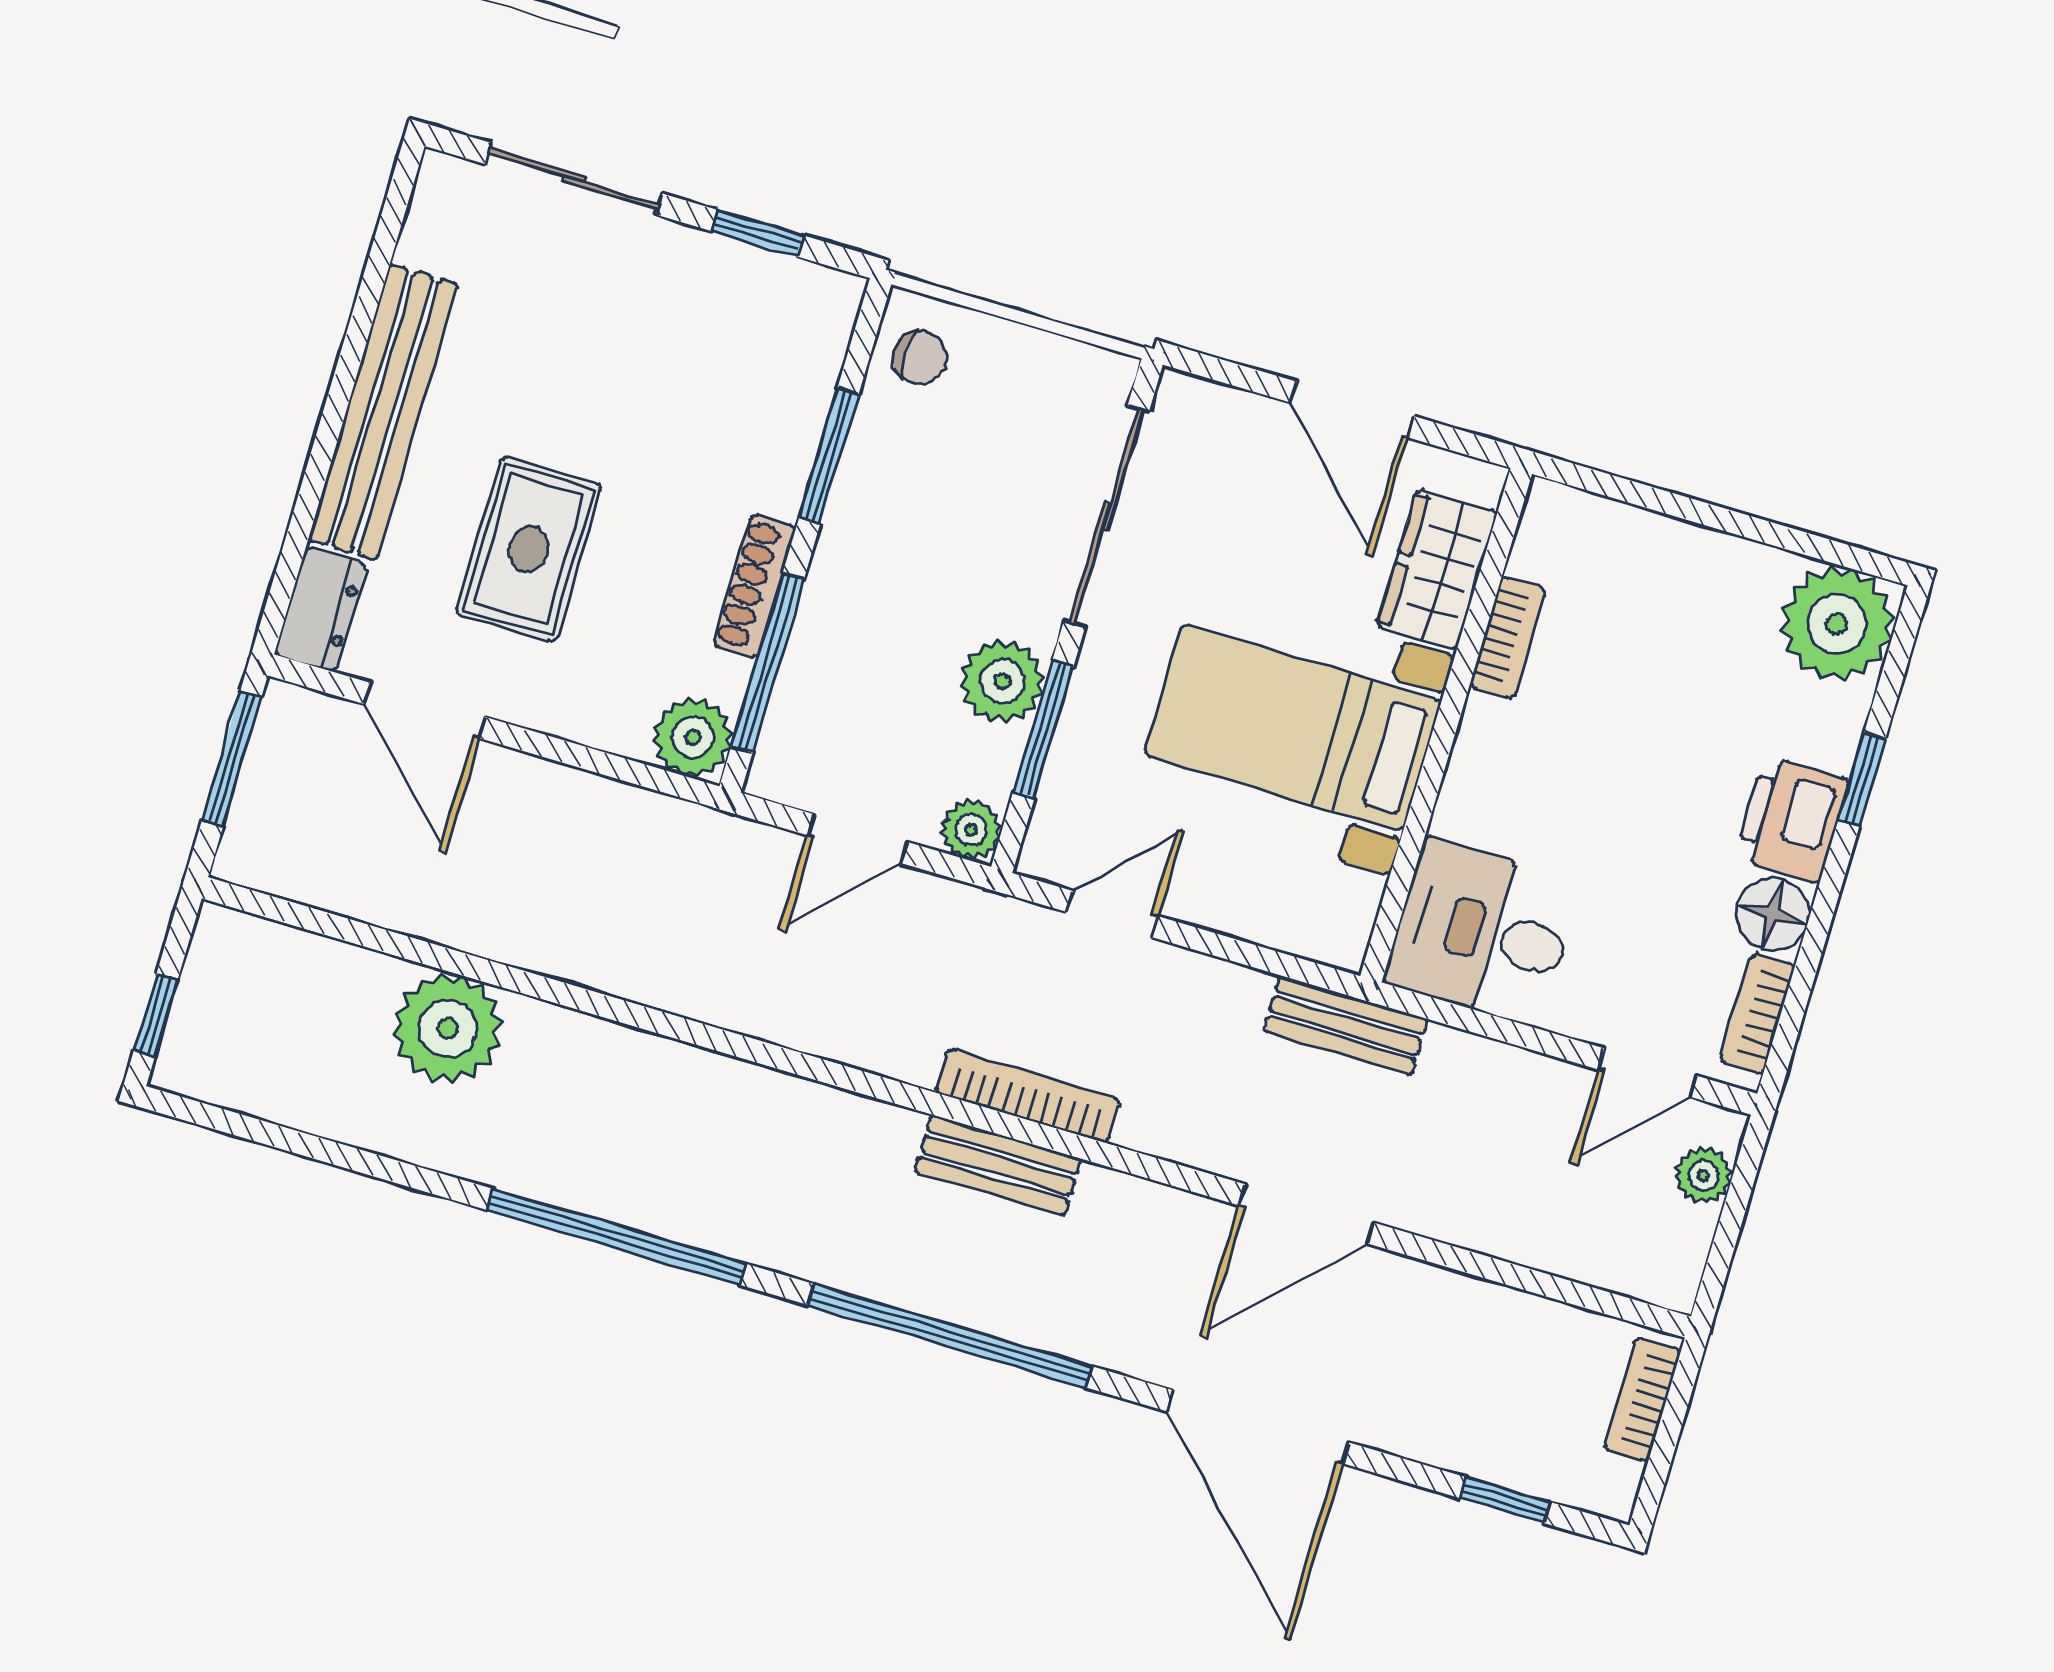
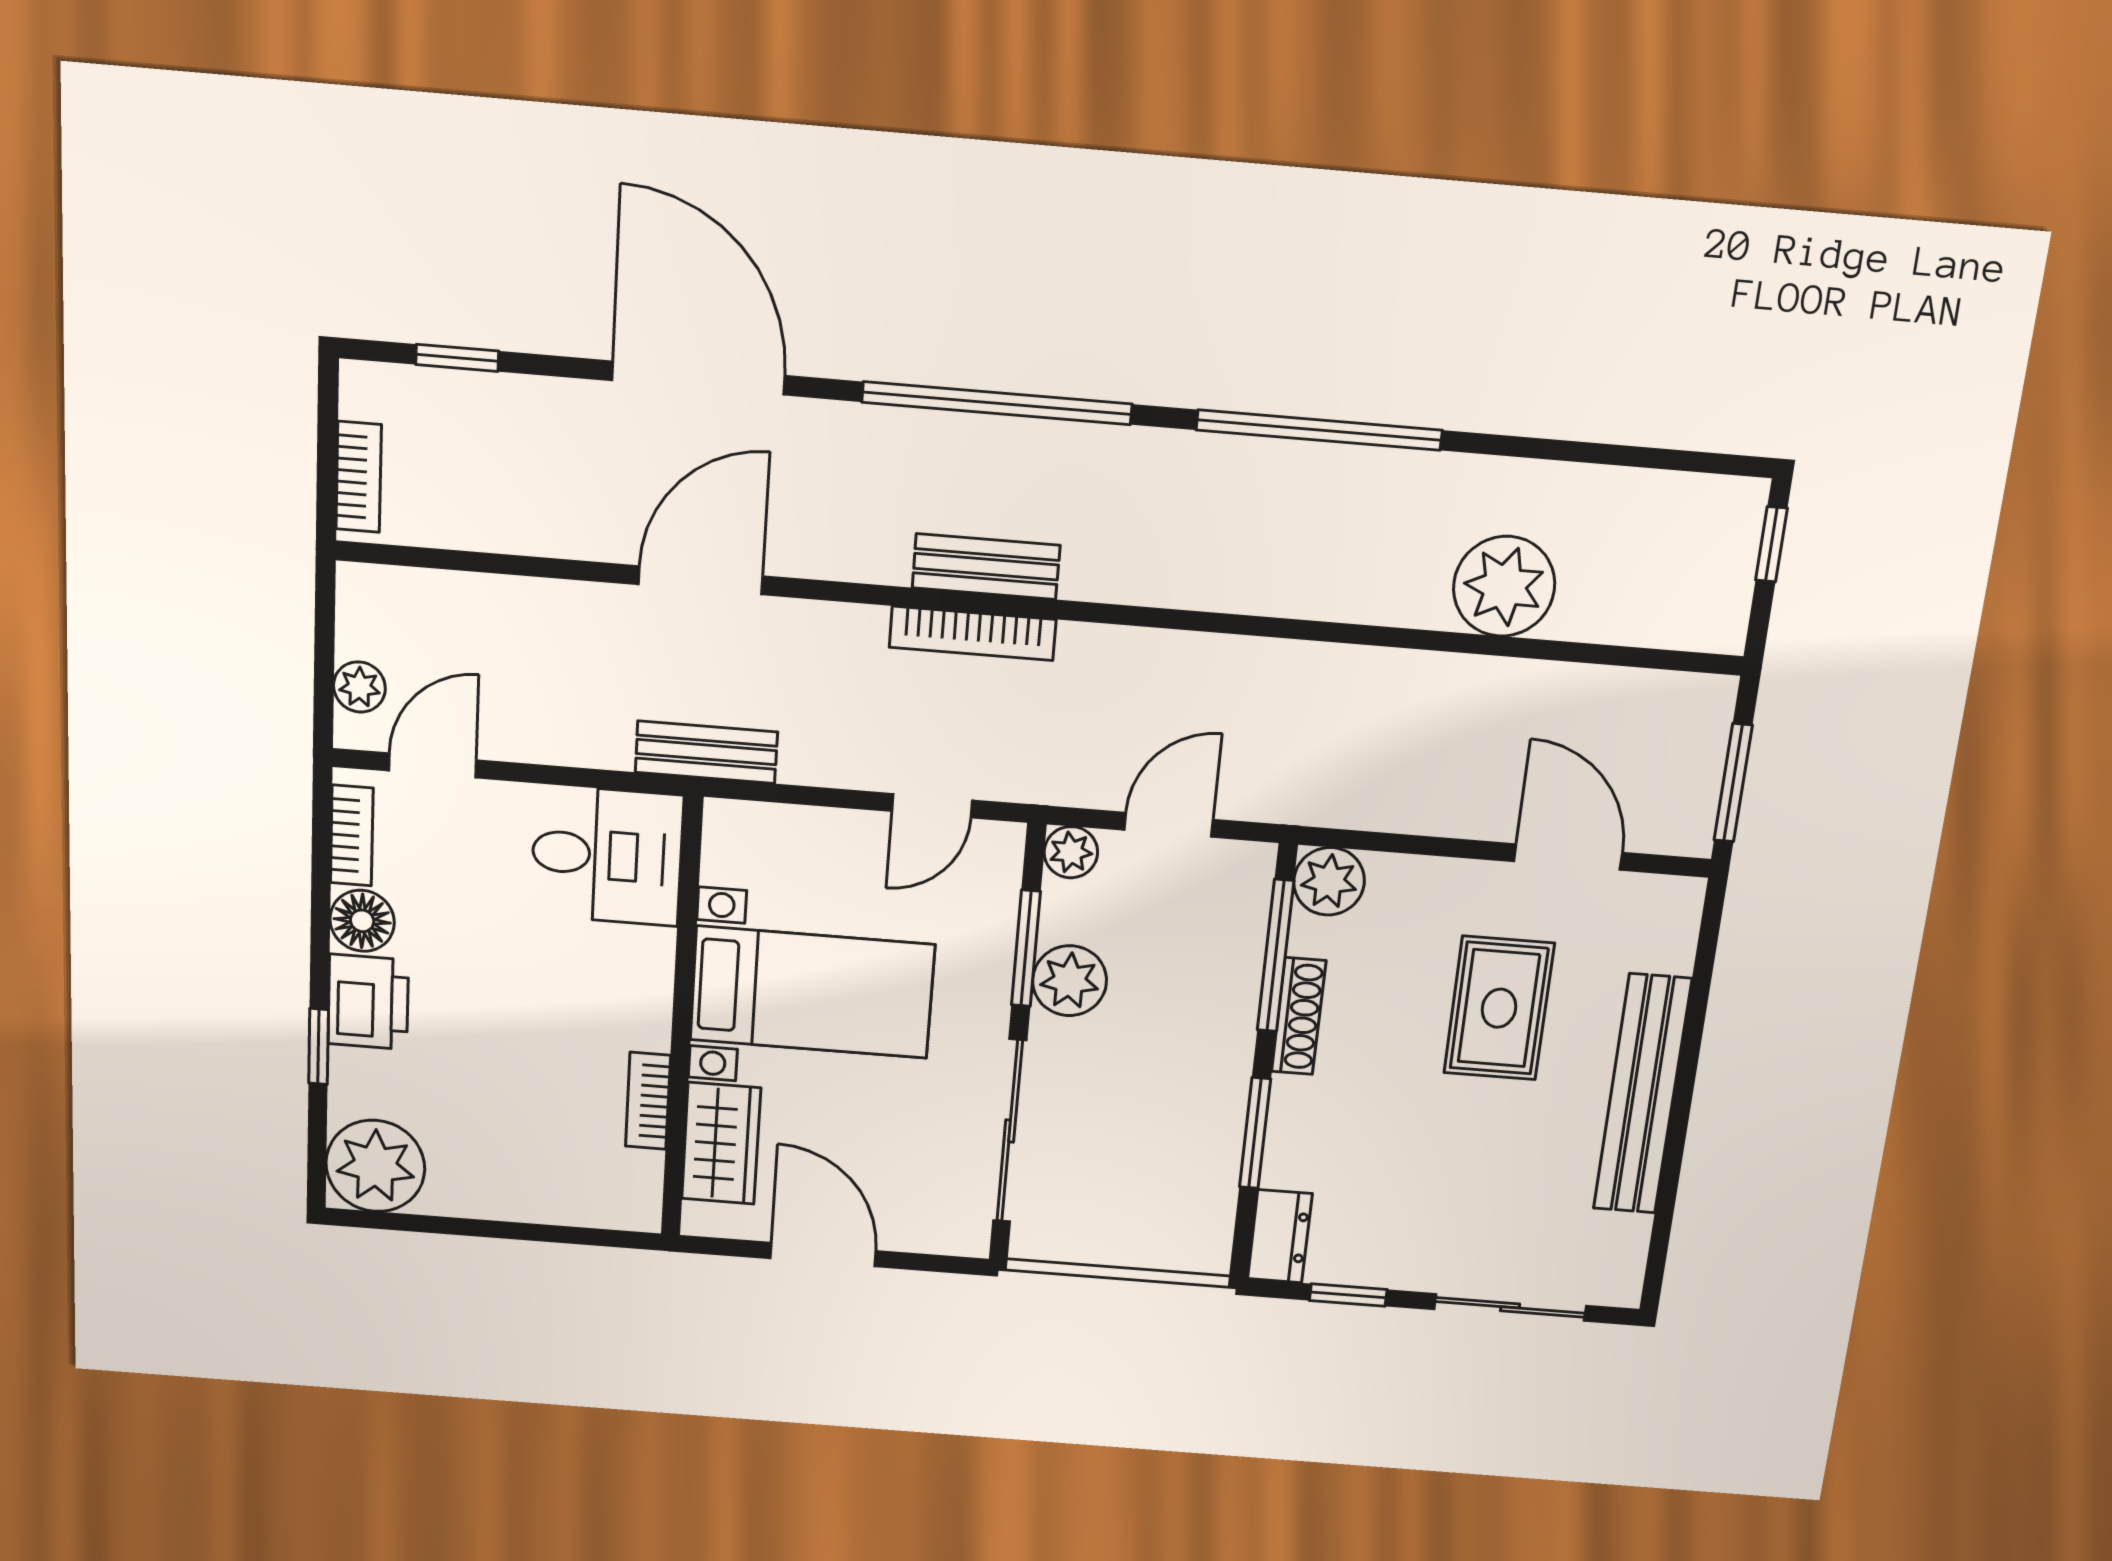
chair: (920, 357) -> (1193, 1225), removed
dresser: (321, 609) -> (1280, 1236), moved, turned 180

